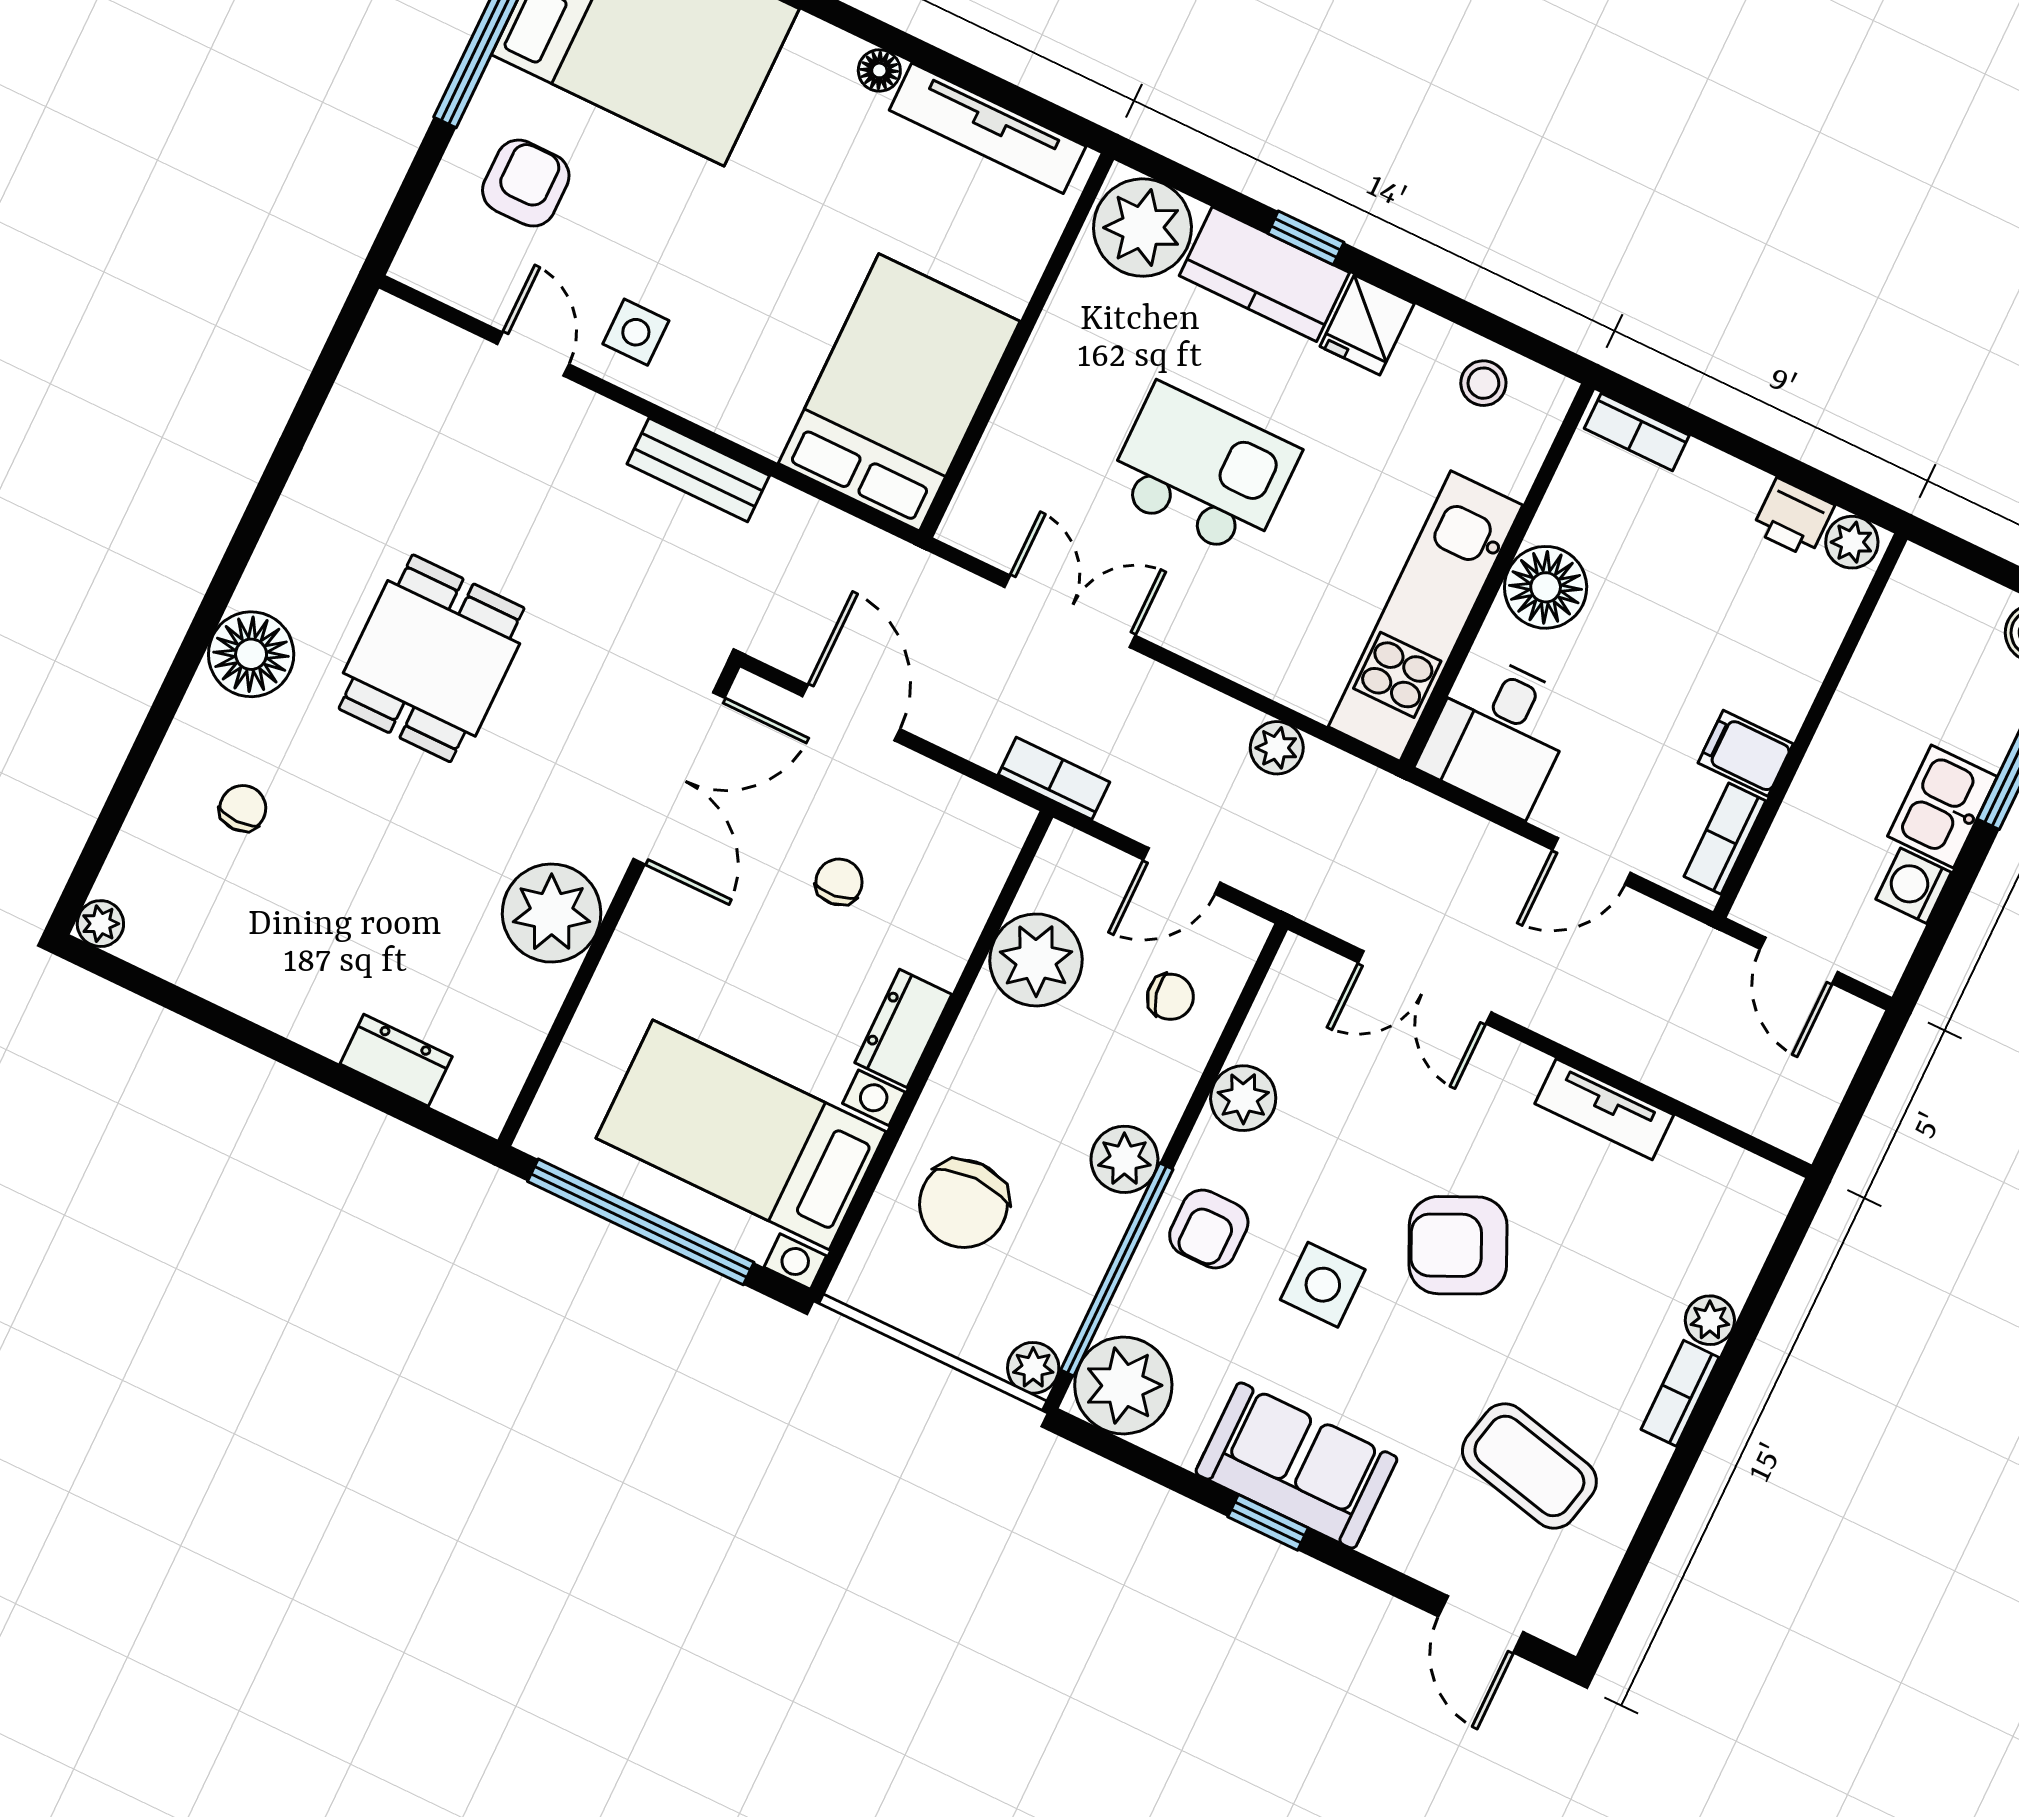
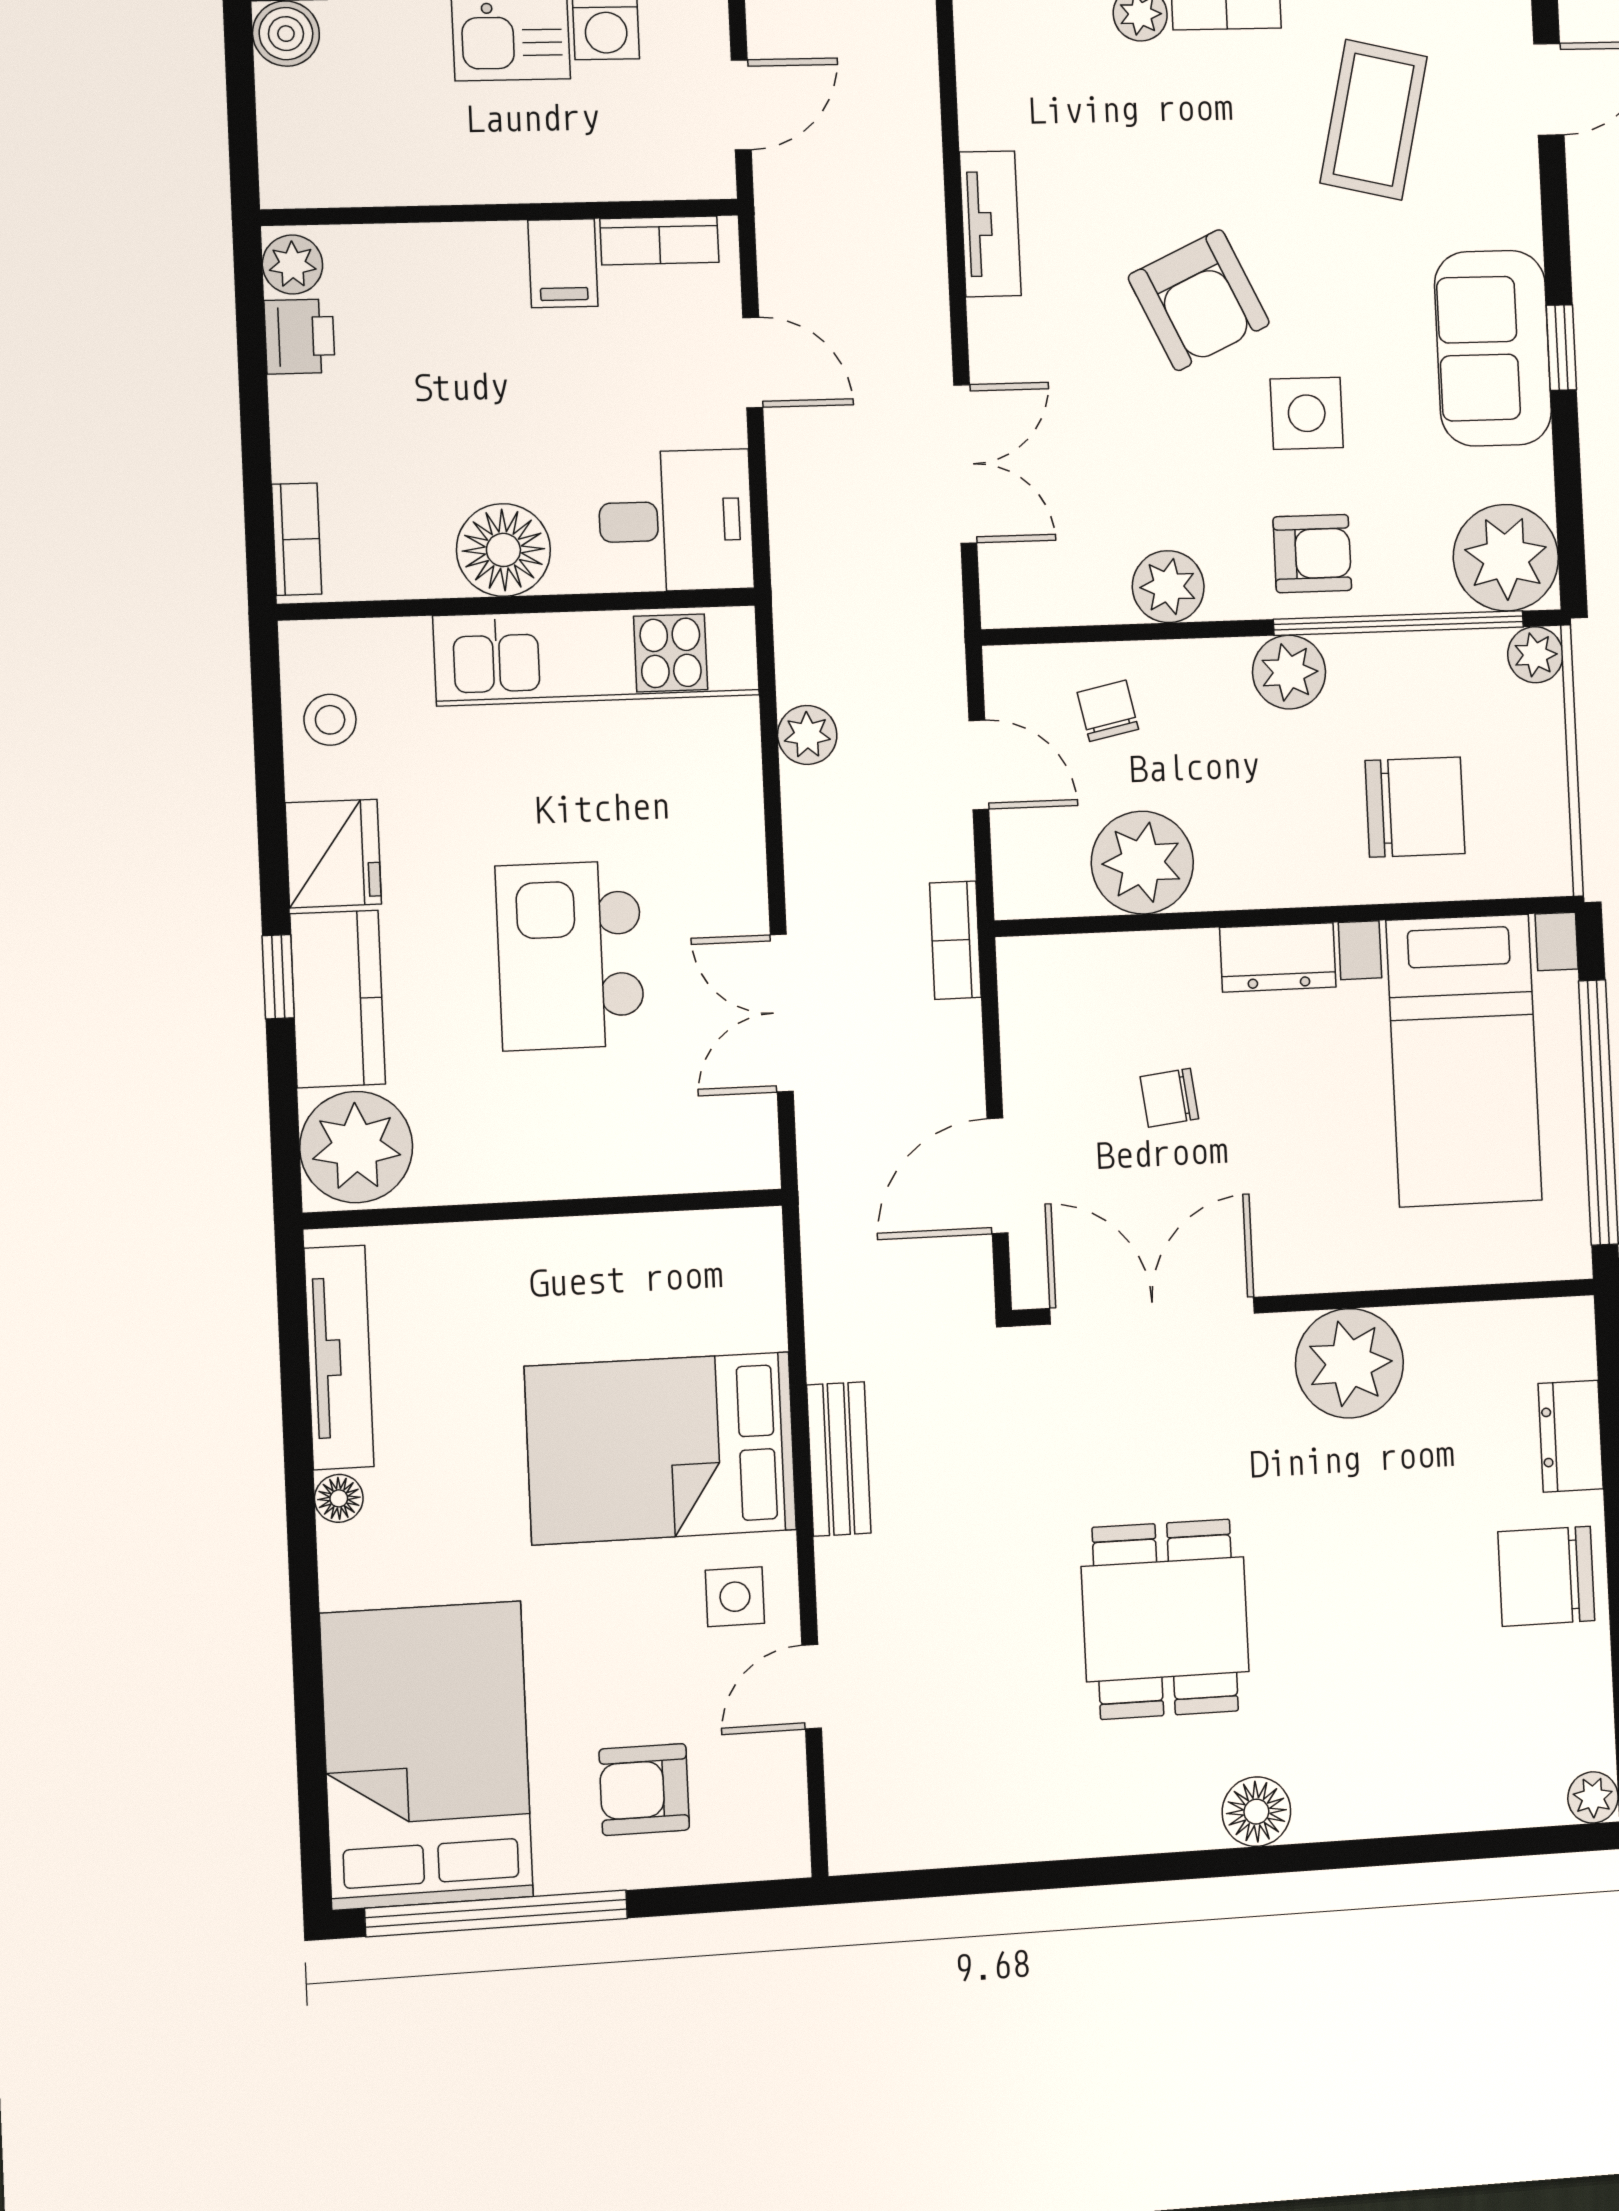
fridge: (1367, 325) -> (333, 854), width x1.38
bed: (899, 392) -> (661, 1448), moved
floor lamp: (251, 654) -> (1256, 1812), width x0.73, depth x0.73
dining table: (432, 658) -> (1165, 1619), turned 90
chair: (243, 808) -> (1546, 1576), moved, width x1.87, depth x1.87

